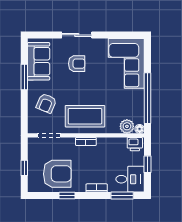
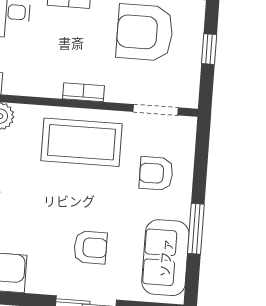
armchair: (77, 64) -> (90, 247), turned 180
armchair: (46, 103) -> (156, 173), turned -113

